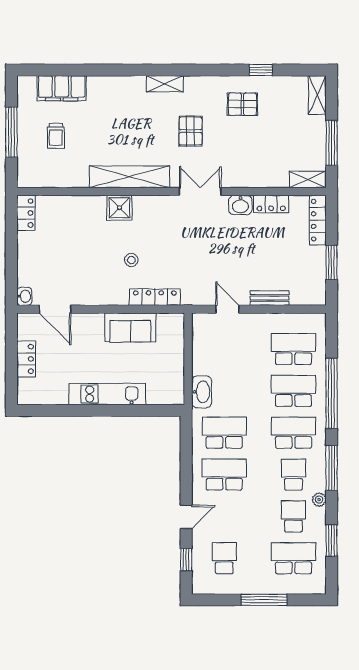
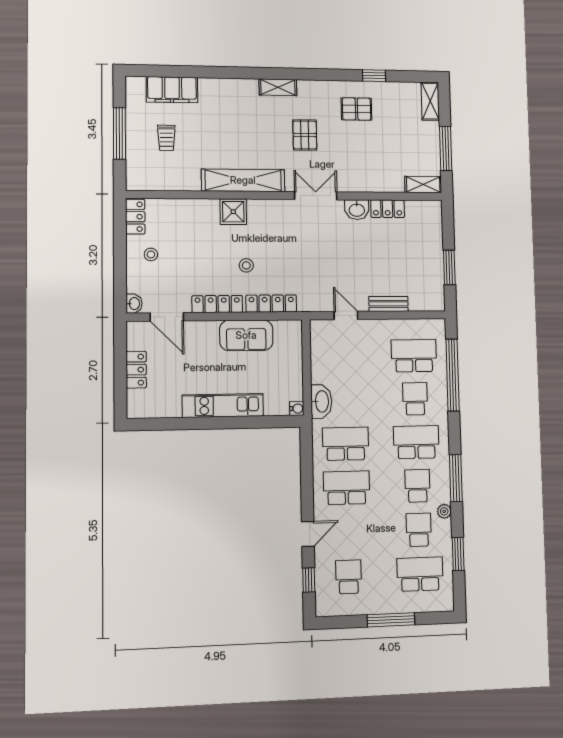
locker: (318, 220) -> (217, 304), moved, turned 90
stool: (41, 249) -> (151, 254), added
school desk: (293, 391) -> (415, 399), width x0.54
window: (332, 393) -> (453, 375), moved
water cooler: (178, 398) -> (297, 409), added

